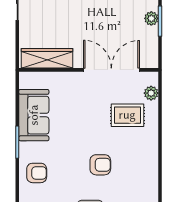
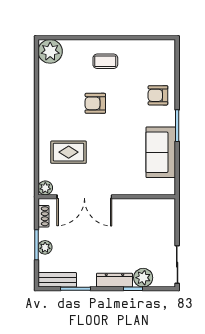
shoe rack: (153, 50) -> (43, 216), added
wardrobe: (47, 58) -> (148, 208), removed
plant: (151, 93) -> (45, 188), moved

